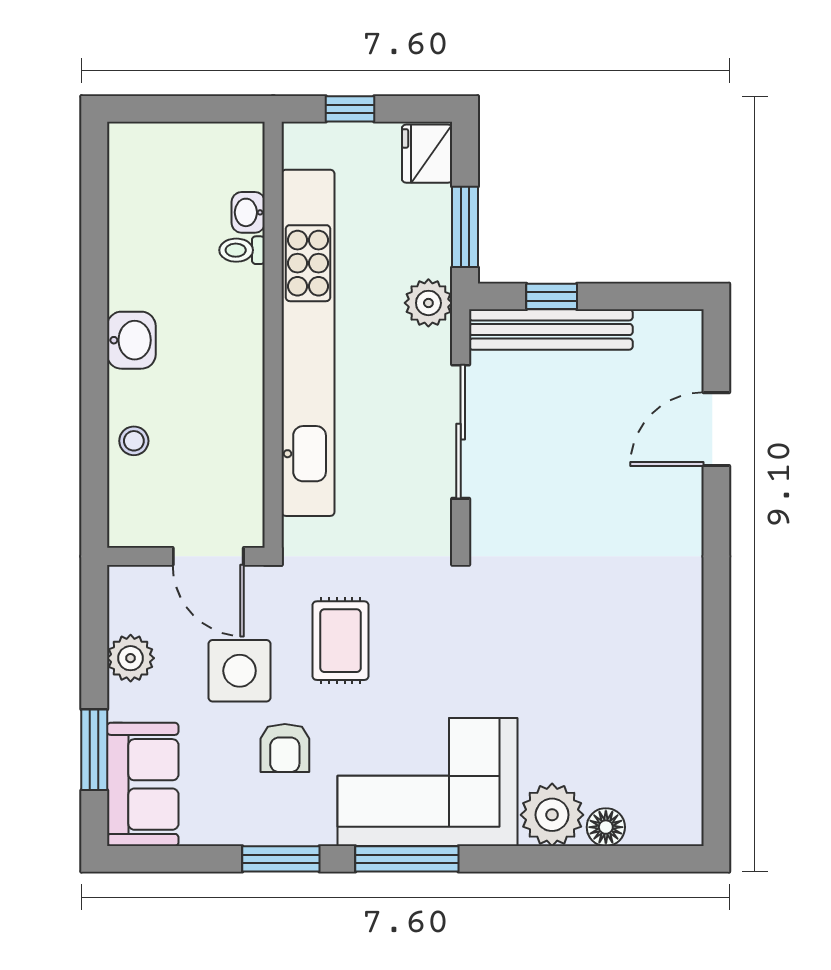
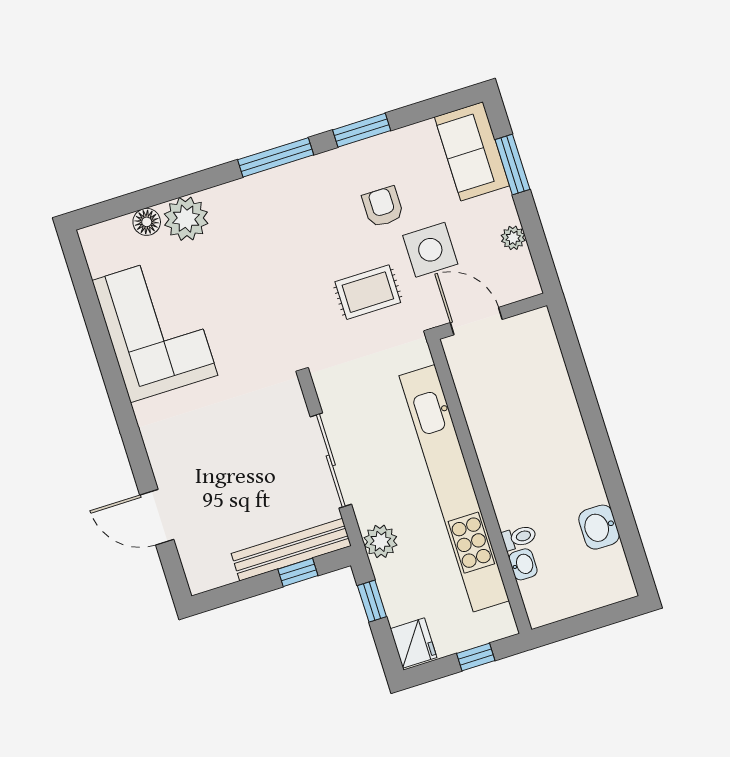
window: (465, 227) -> (372, 601), width x0.67
washbasin: (131, 340) -> (599, 527), moved
door: (716, 429) -> (157, 517), swing flipped
stool: (134, 441) -> (552, 384), removed
rug: (341, 641) -> (368, 292), turned 90
plant: (131, 658) -> (513, 238), width x0.73, depth x0.73
corner sofa: (427, 782) -> (155, 328), moved, turned -90

